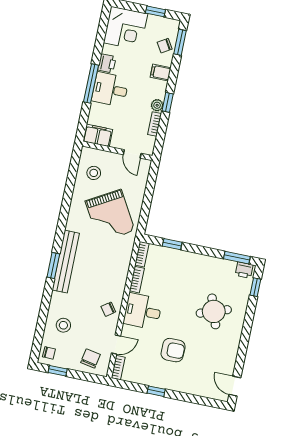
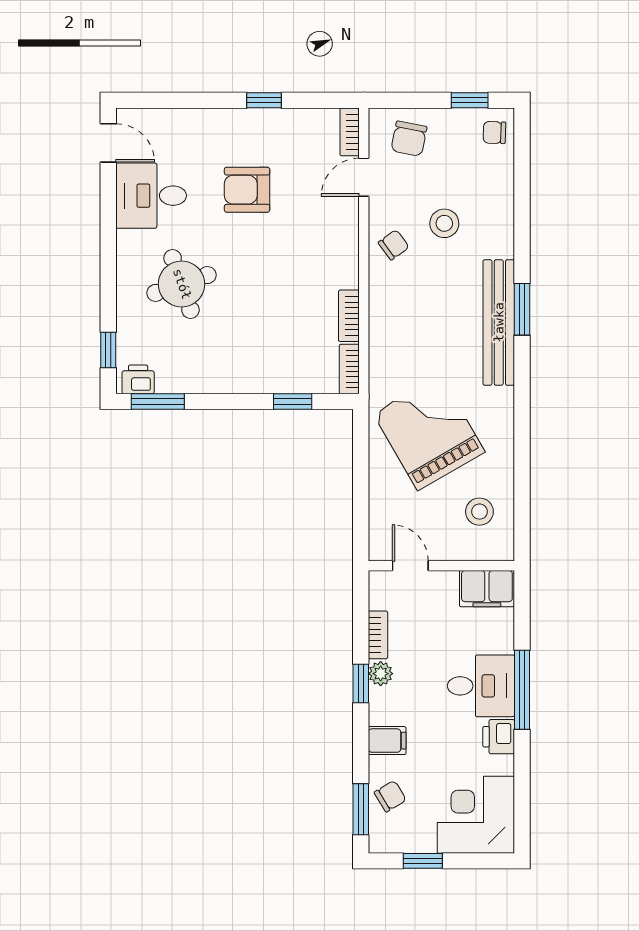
desk: (143, 311) -> (151, 196), moved, turned 180
stool: (63, 325) -> (444, 223), moved

